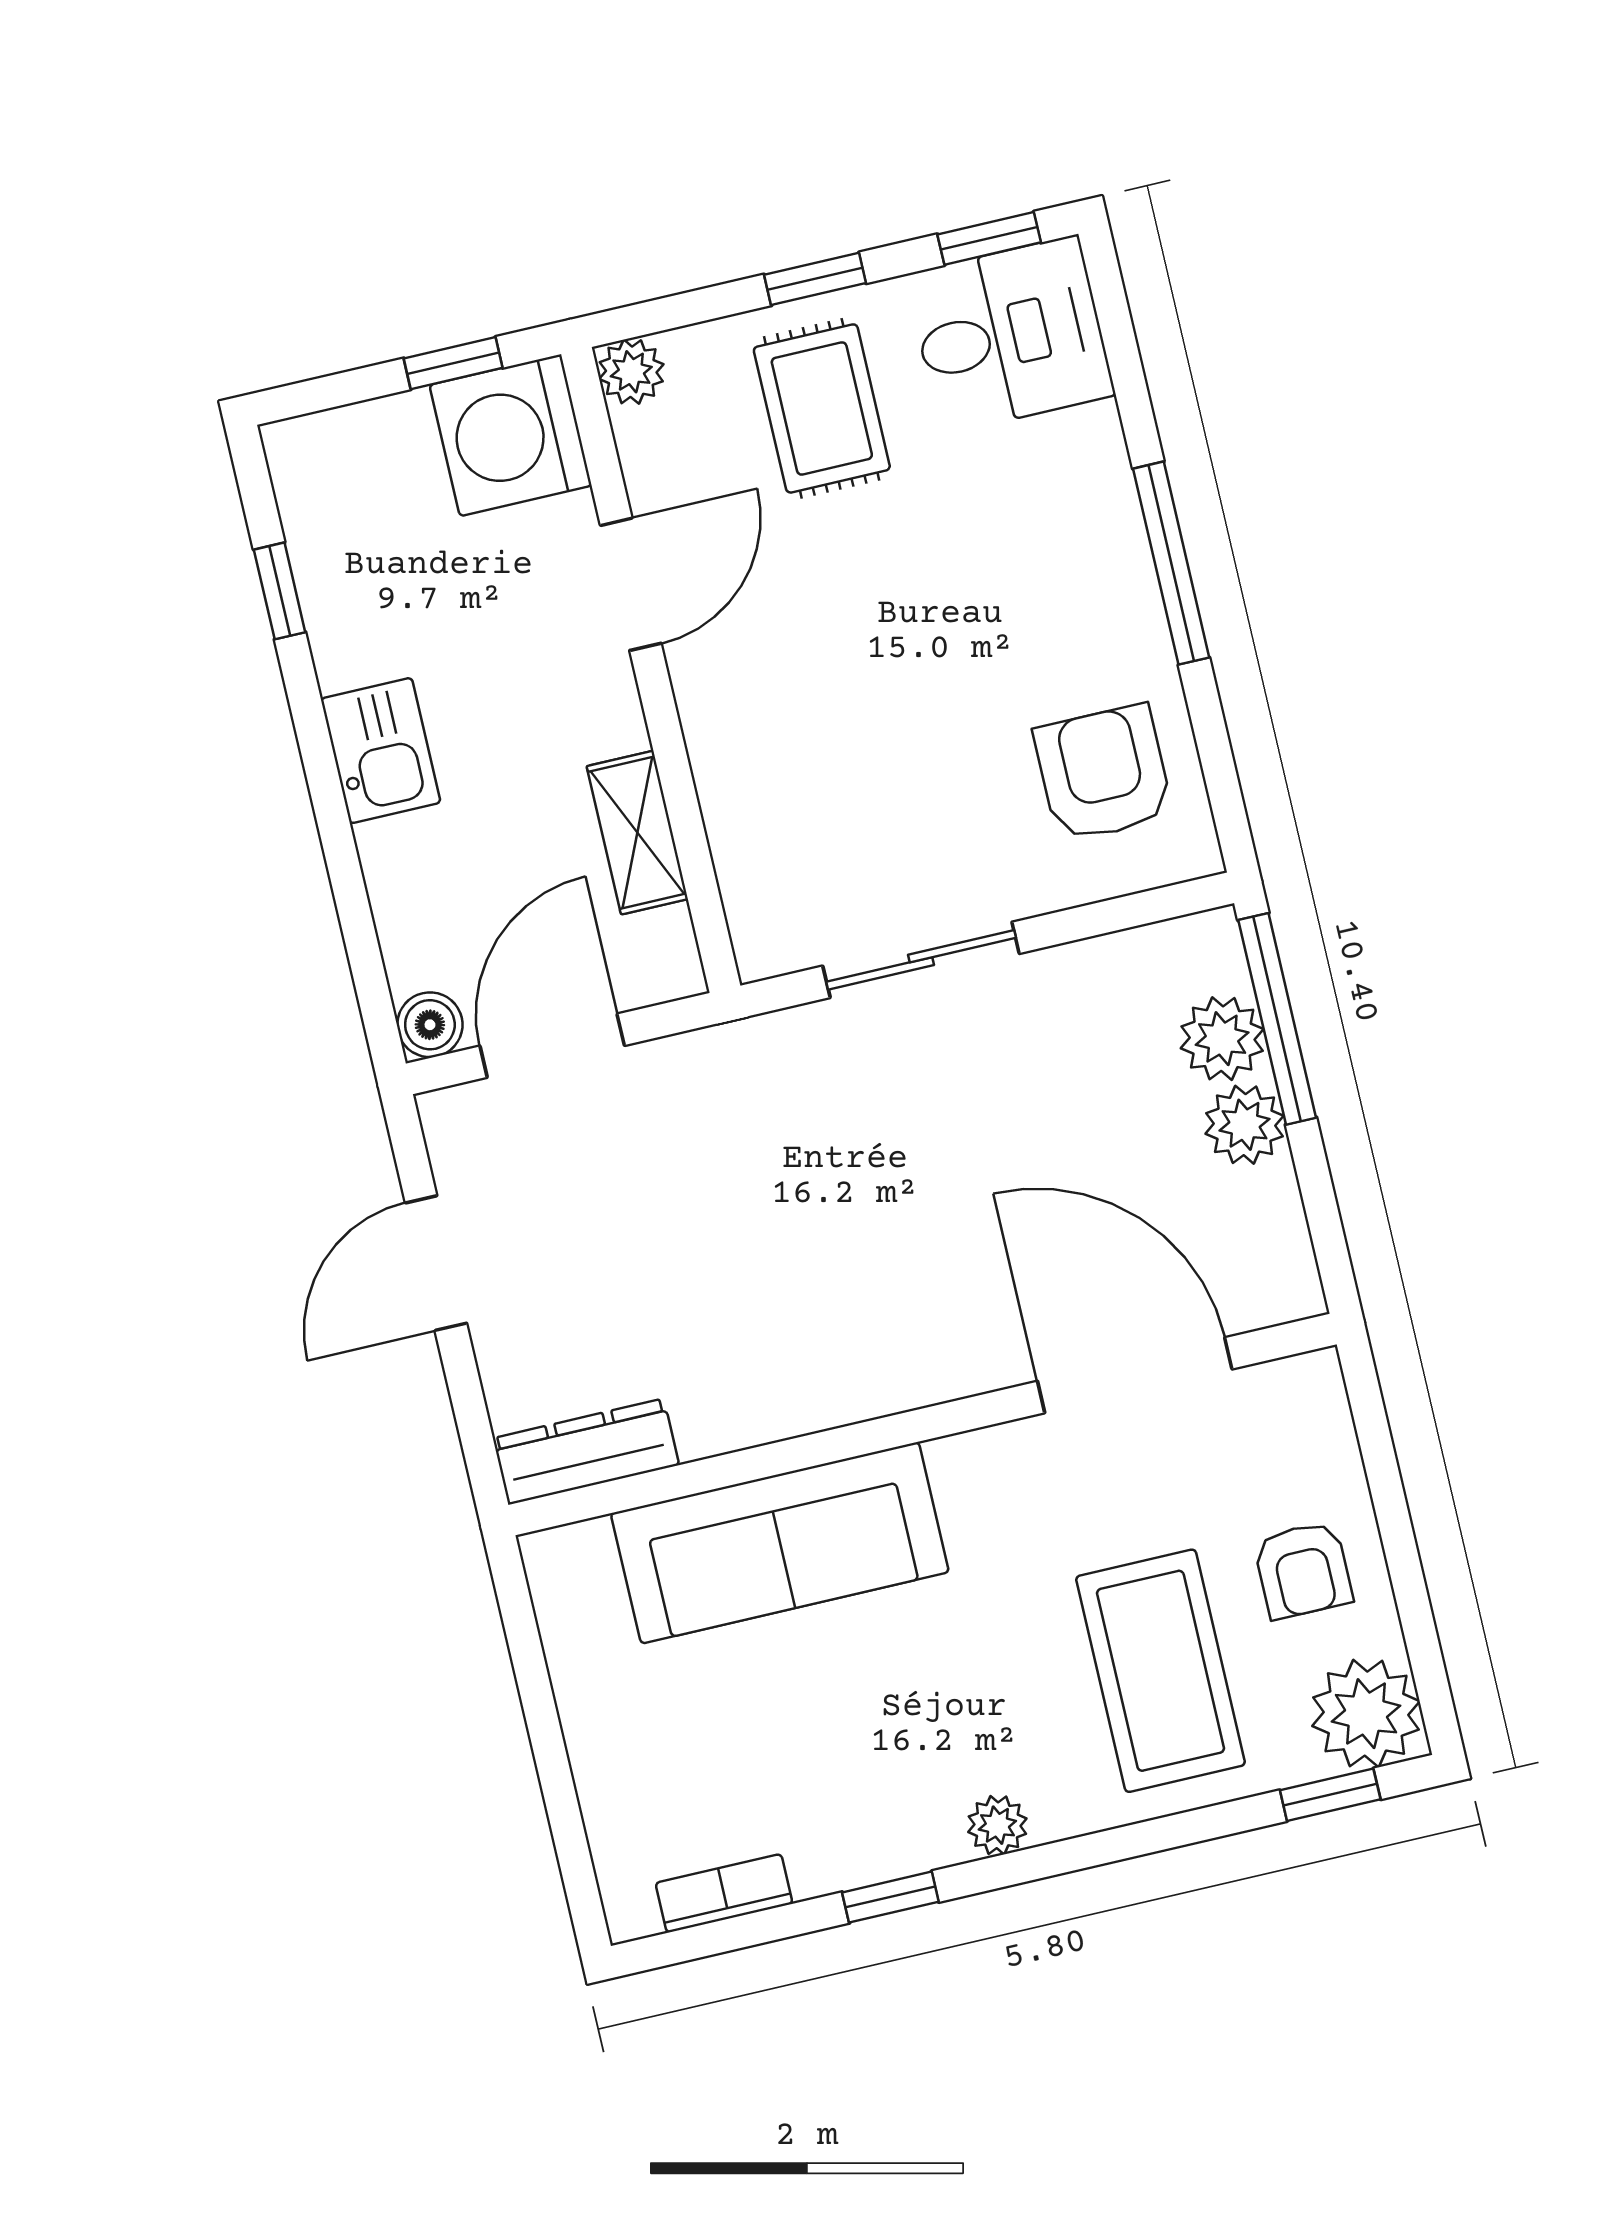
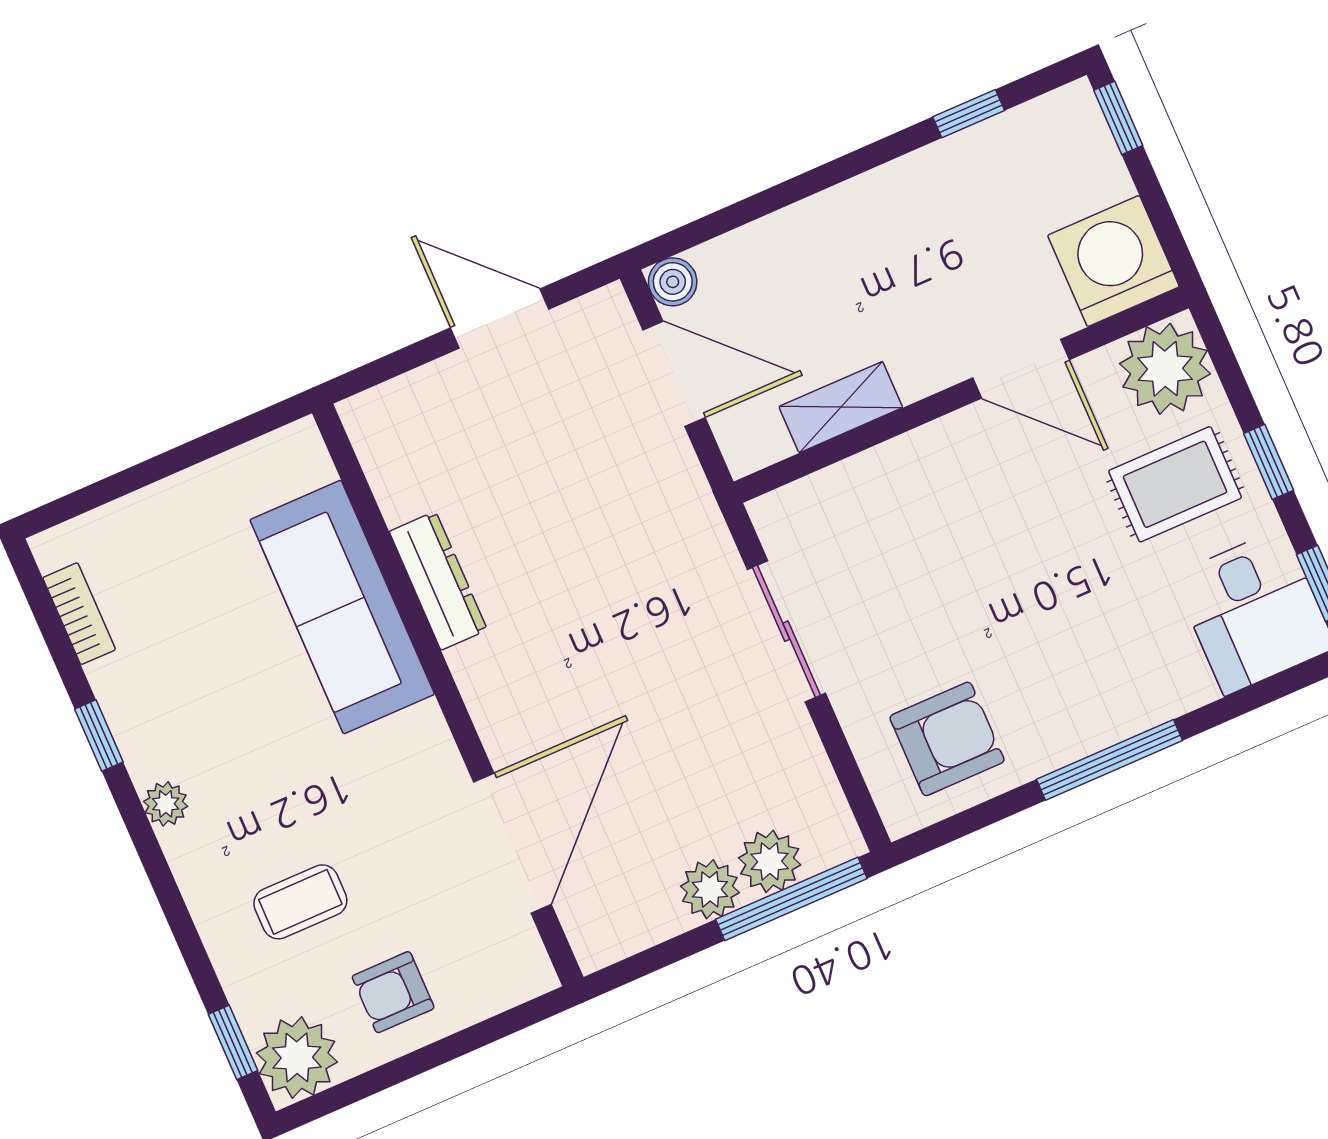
window: (453, 363) -> (1118, 118), moved
plant: (631, 372) -> (1165, 369), width x1.87, depth x1.87
kitchen sink: (381, 751) -> (866, 209), removed
dresser: (586, 1452) -> (438, 581), moved
coffee table: (1161, 1671) -> (300, 902), width x0.54, depth x0.58

